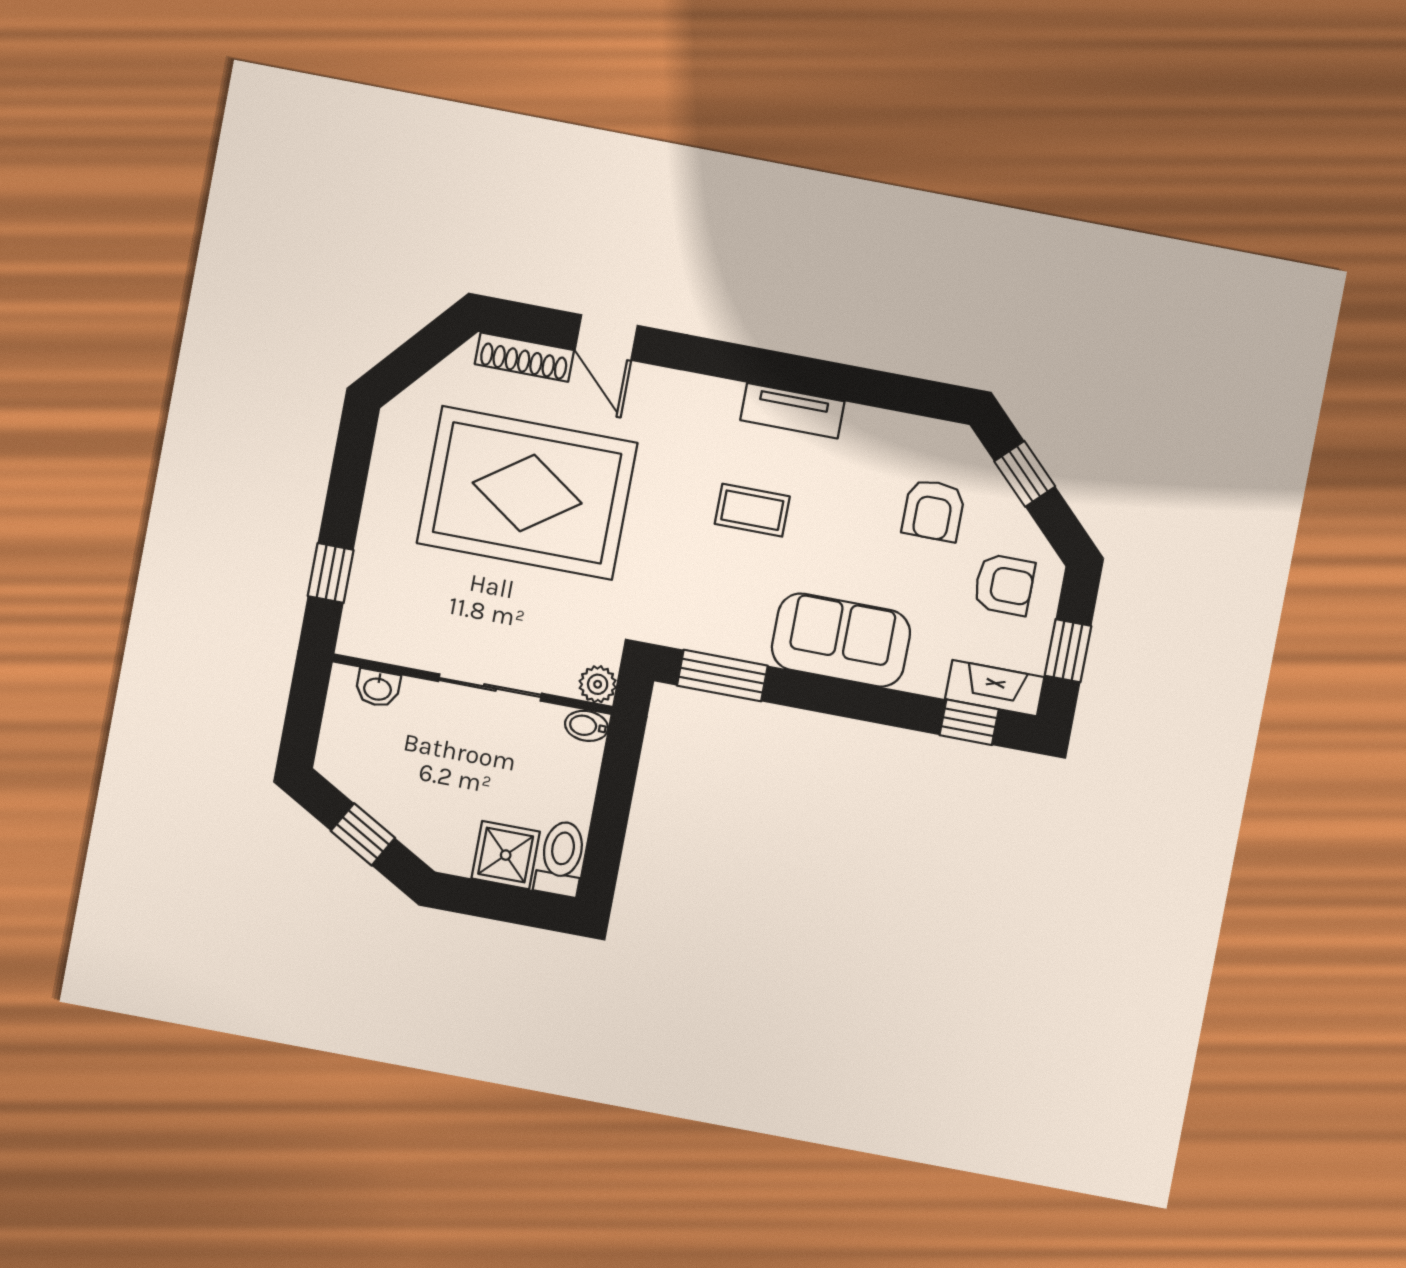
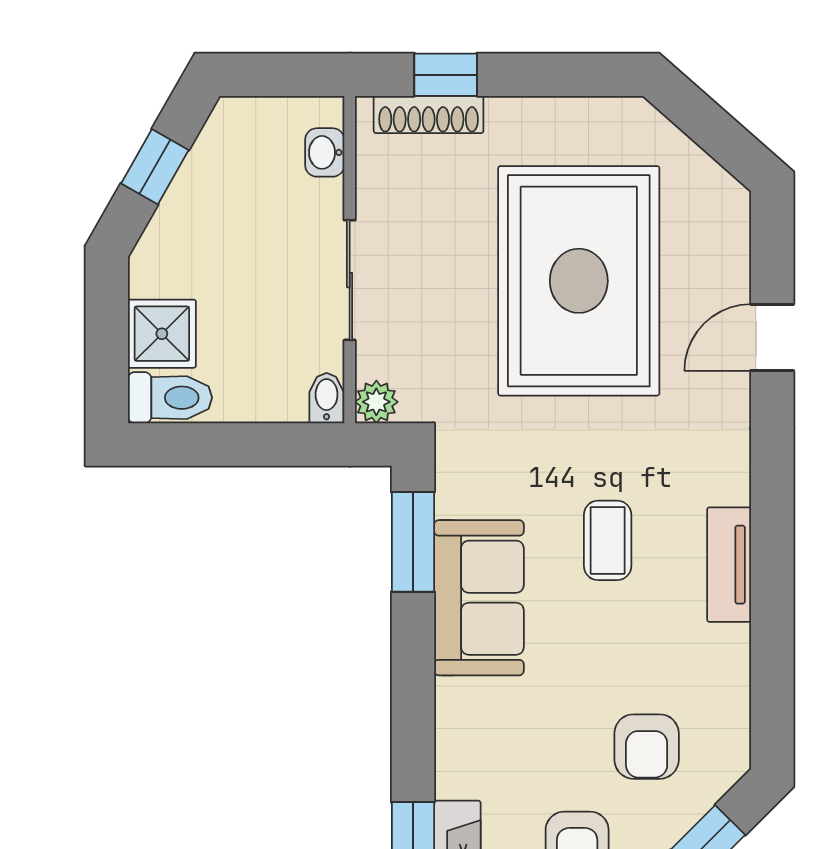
shoe rack: (524, 357) -> (429, 114), moved, turned -90
armchair: (933, 510) -> (647, 747), turned -90
sofa: (841, 640) -> (479, 598), moved

